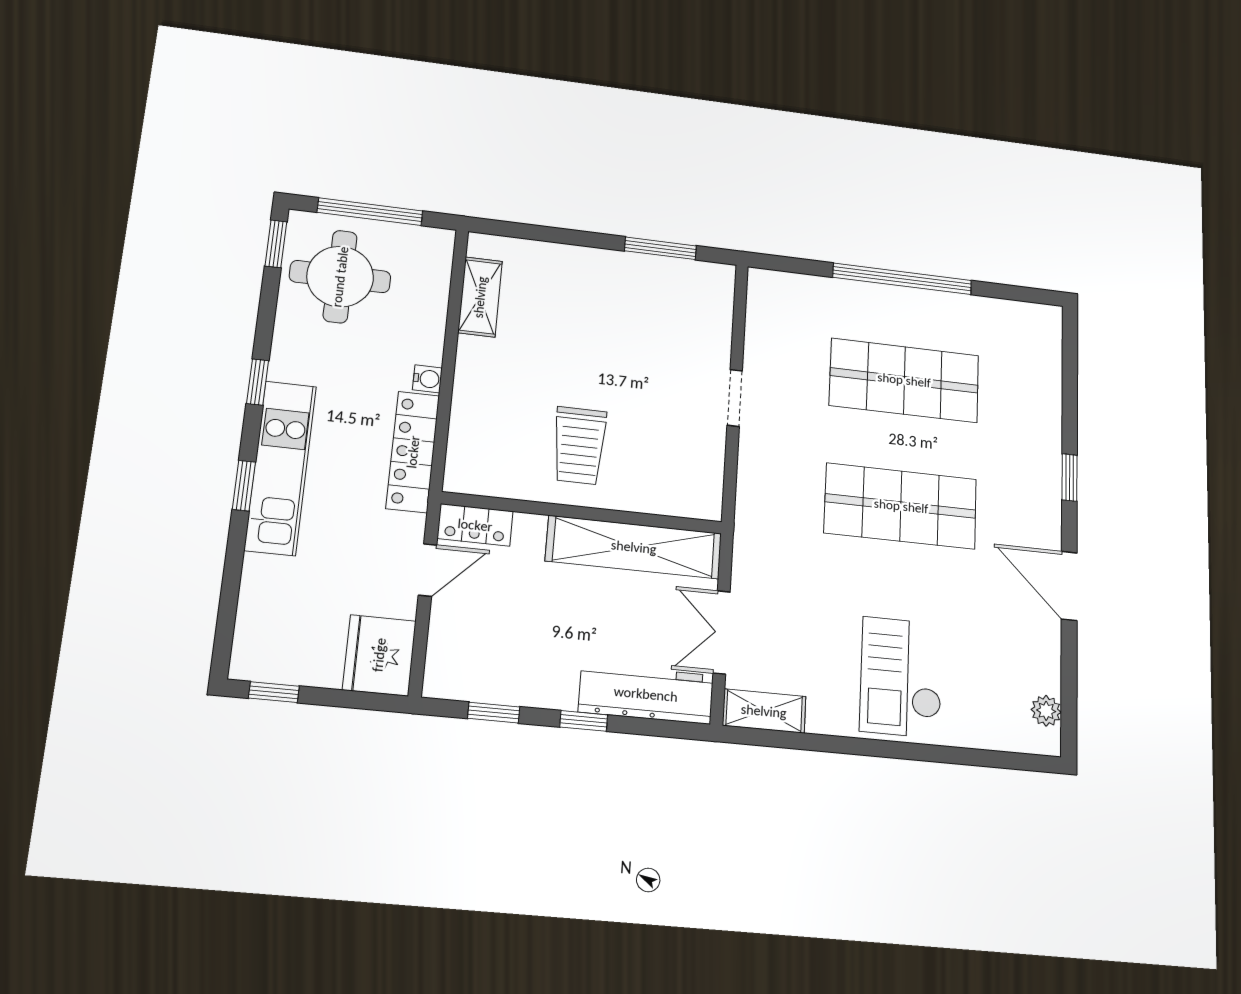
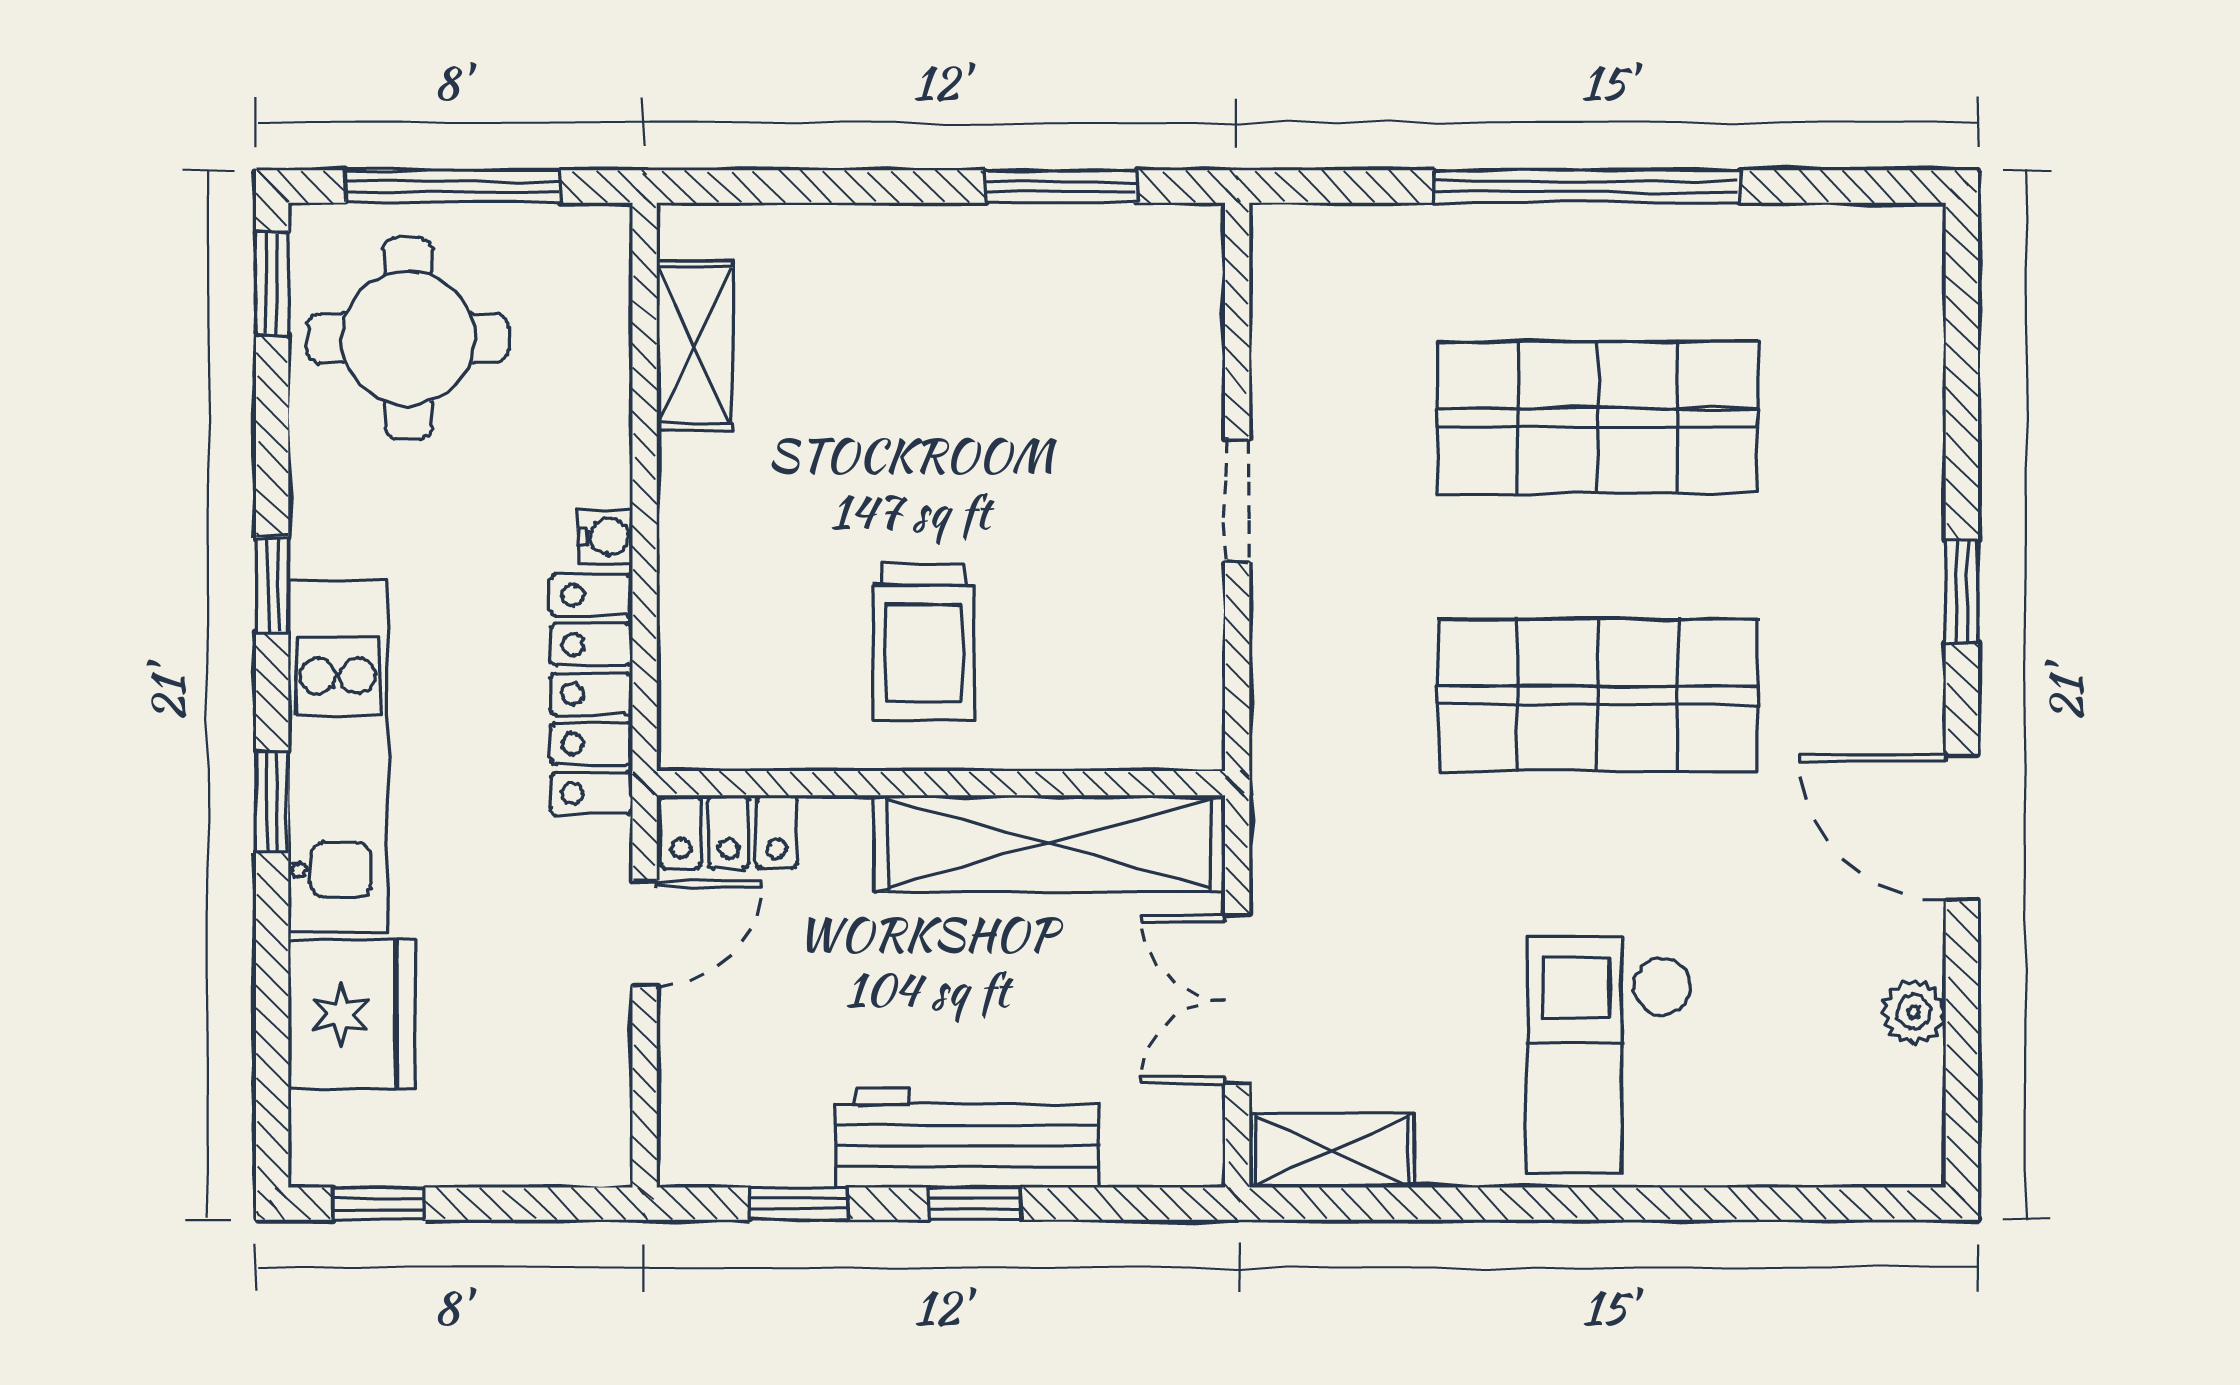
fridge: (379, 655) -> (351, 1014), moved, turned 180
workbench: (646, 694) -> (967, 1138), moved
plant: (1046, 711) -> (1914, 1012), moved

